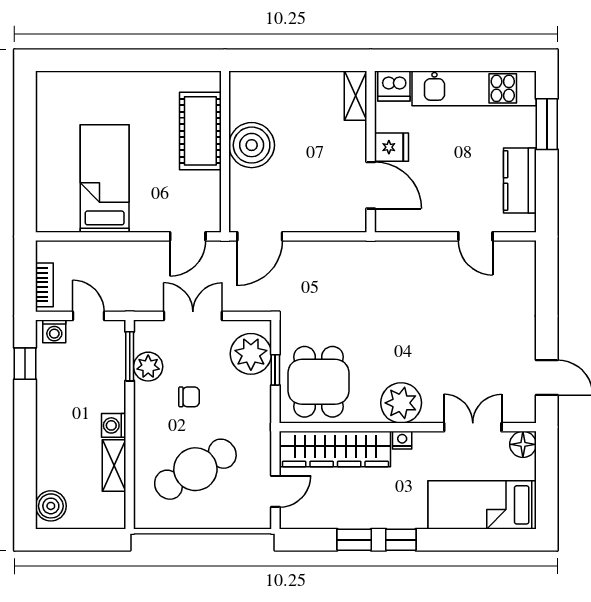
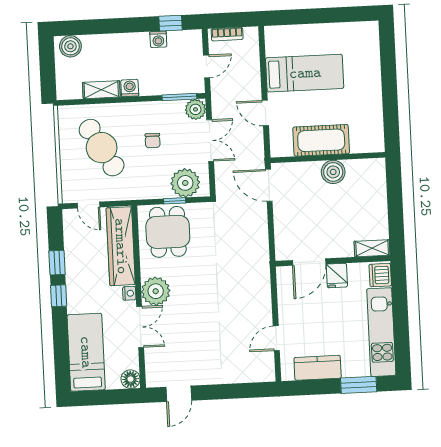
cot: (200, 131) -> (321, 140), moved
boiler: (252, 145) -> (333, 172), width x0.73, depth x0.73
door: (188, 236) -> (265, 113), moved
washing machine: (54, 331) -> (158, 39), moved, turned -90
plant: (148, 367) -> (195, 109), moved
dining table: (318, 382) -> (168, 232), turned 90
double door: (473, 427) -> (140, 327), moved

